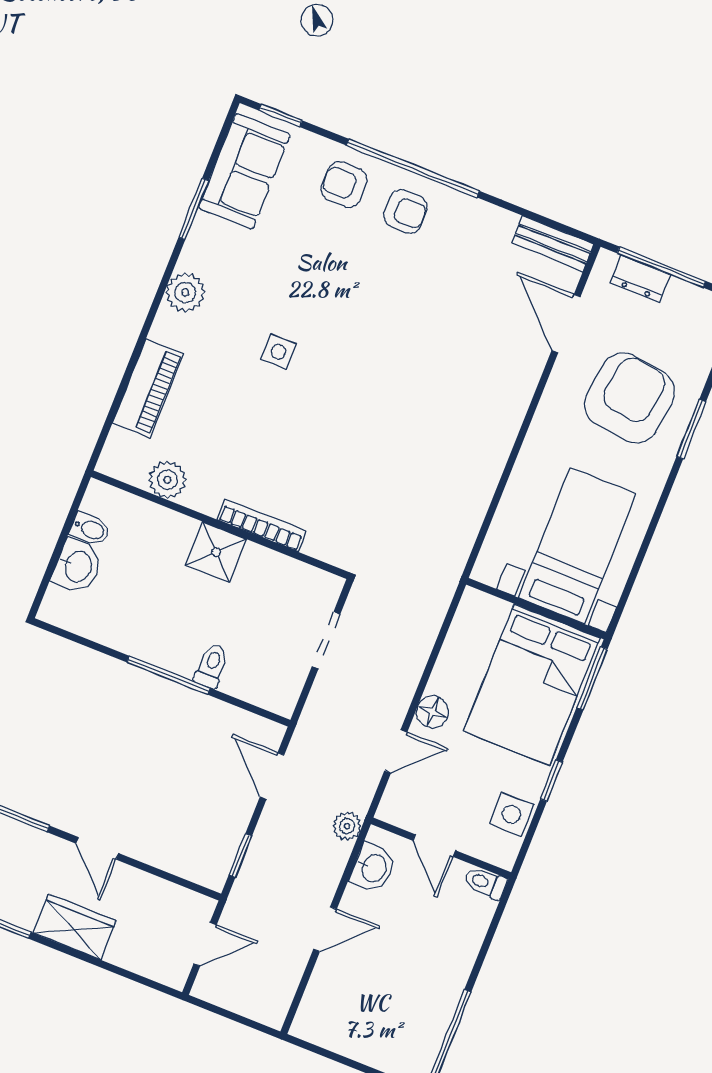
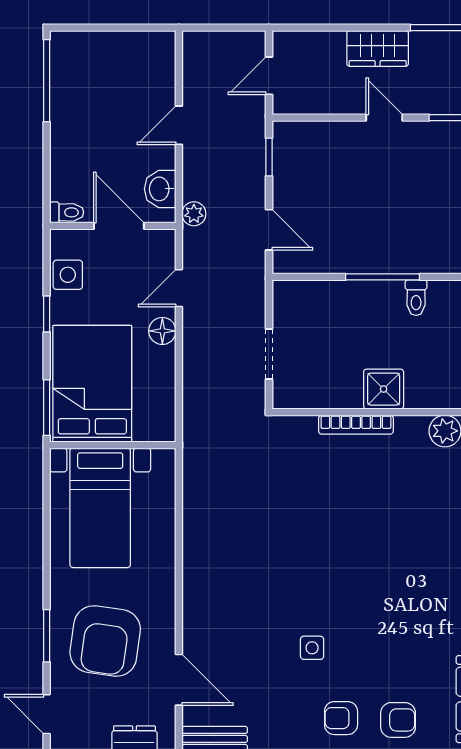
side table: (278, 351) -> (312, 648), moved
toilet: (211, 666) -> (416, 298), moved
door: (434, 846) -> (119, 226), width x1.38

